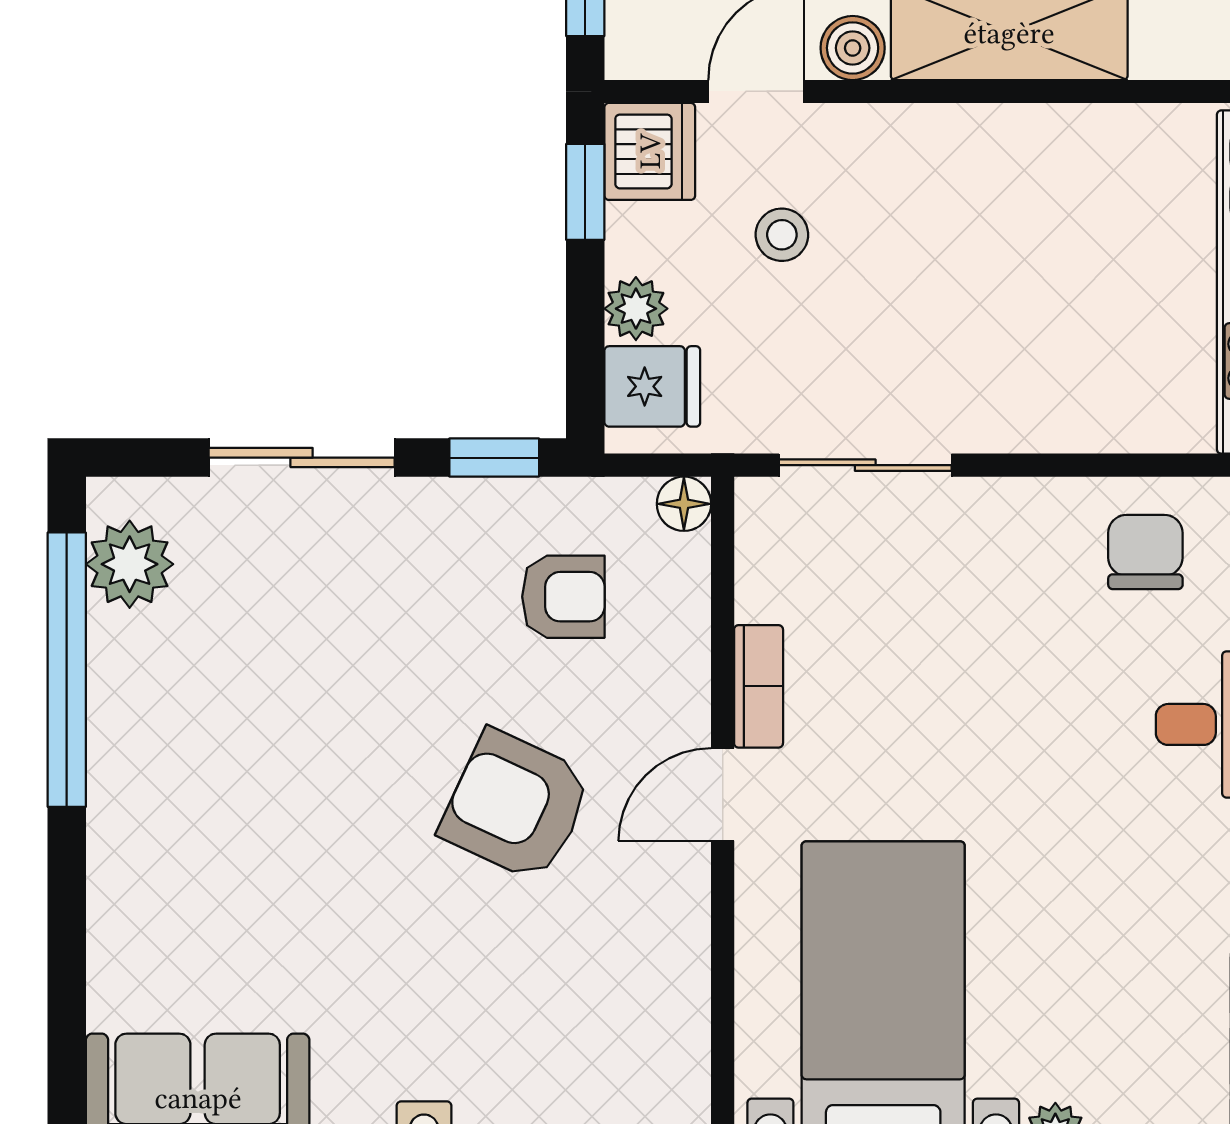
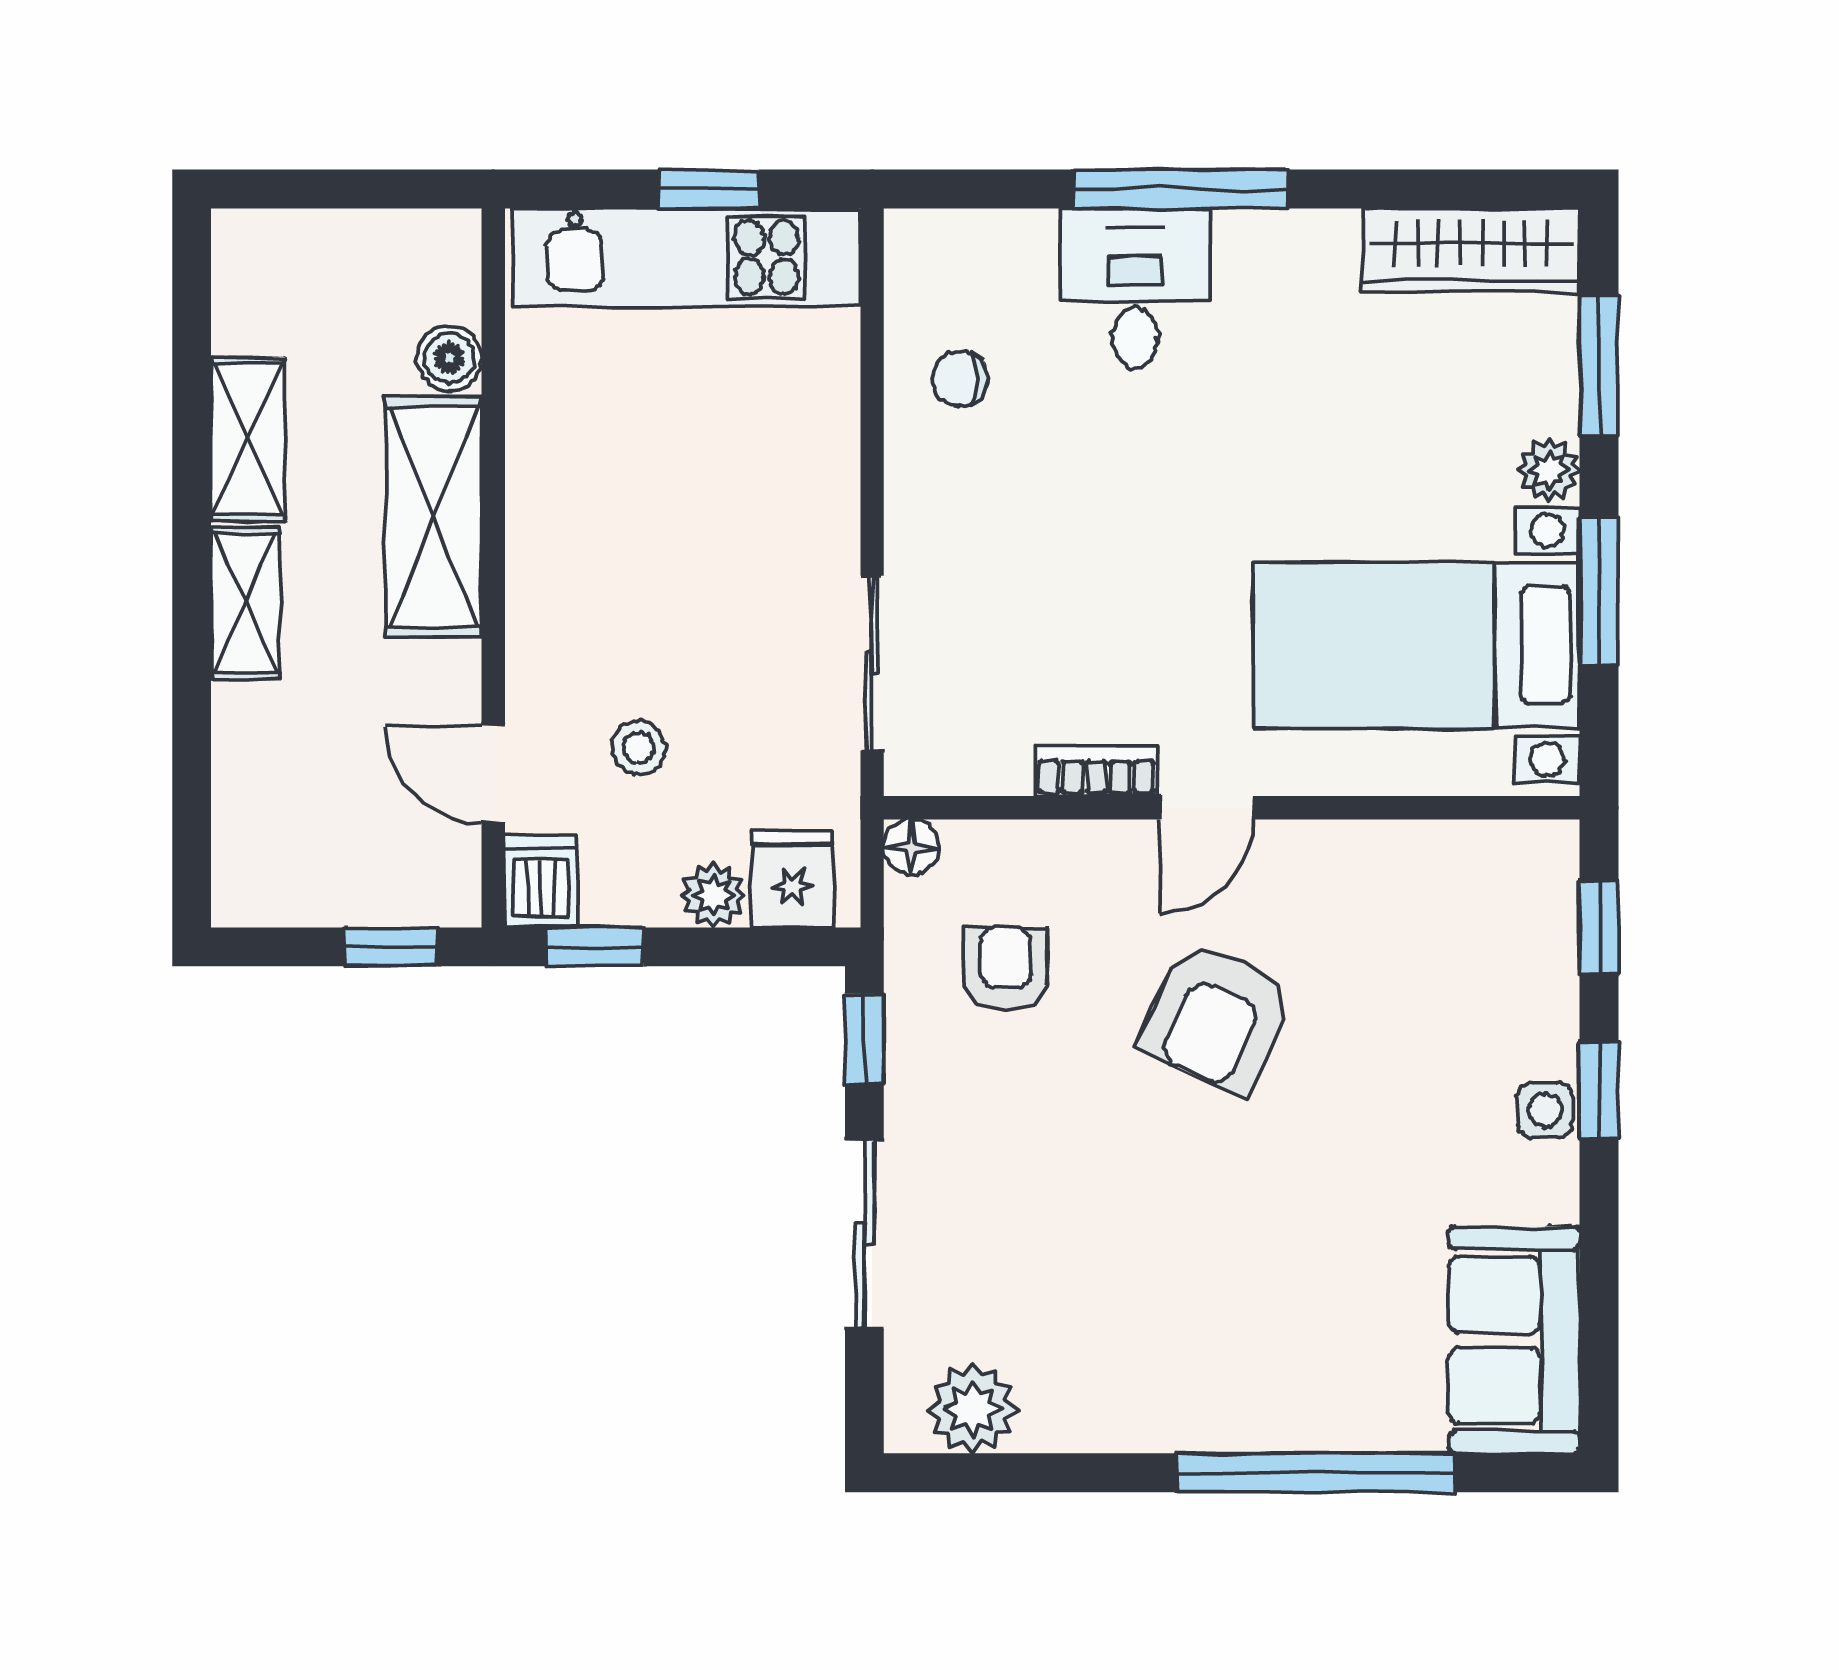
boiler: (853, 48) -> (449, 358), moved
dishwasher: (650, 151) -> (541, 881), width x0.73
chair: (1145, 552) -> (960, 379), width x0.73, depth x0.73
window: (67, 670) -> (1316, 1473), moved
door: (723, 794) -> (1206, 808), hinge flipped

